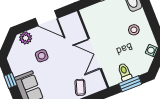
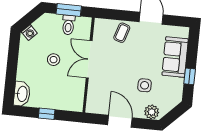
stool: (134, 30) -> (54, 60), moved
double door: (95, 54) -> (89, 59), swing flipped

